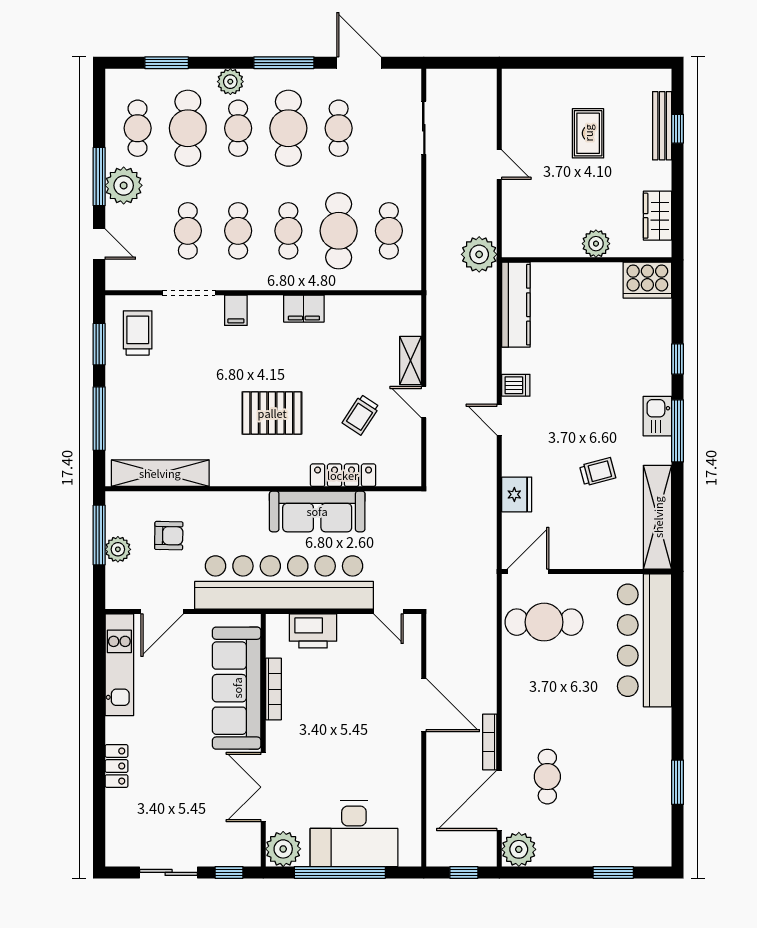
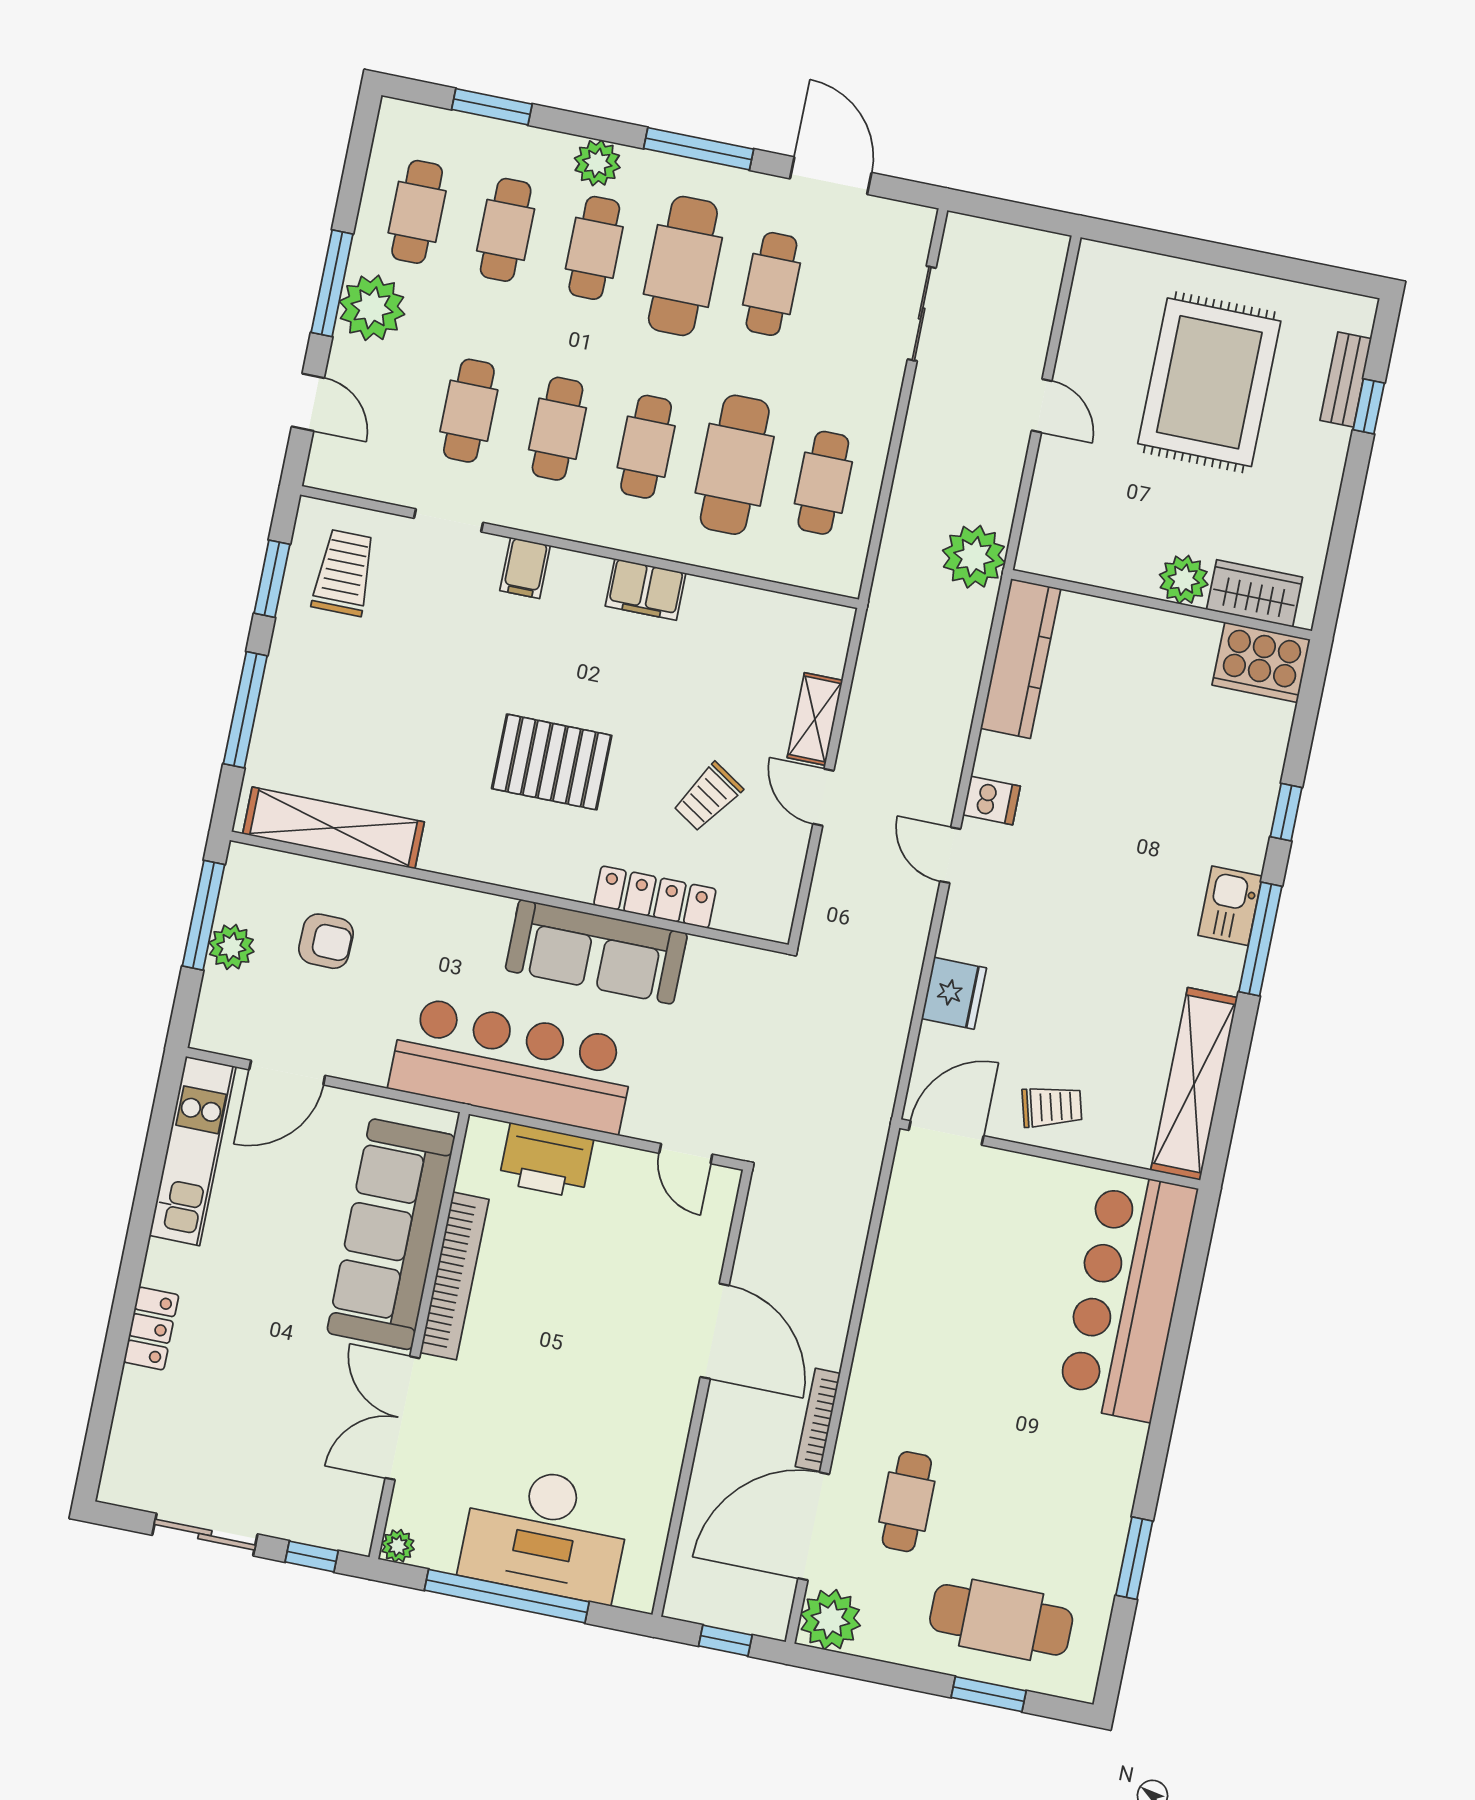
bench: (662, 126) -> (1346, 380), width x0.73
cafe table: (188, 128) -> (506, 230), width x0.73, depth x0.74
rug: (588, 133) -> (1209, 382), width x1.86, depth x2.06
wardrobe: (657, 216) -> (1255, 593), moved, turned 90
doorway: (189, 293) -> (449, 520), width x0.73
trolley: (598, 472) -> (1052, 1107), moved
bar counter: (284, 582) -> (512, 1065), width x0.73
cafe table: (544, 622) -> (1001, 1620), moved
bookcase: (273, 689) -> (455, 1276), width x1.48, depth x1.31
plant: (283, 849) -> (398, 1546), width x0.53, depth x0.53

